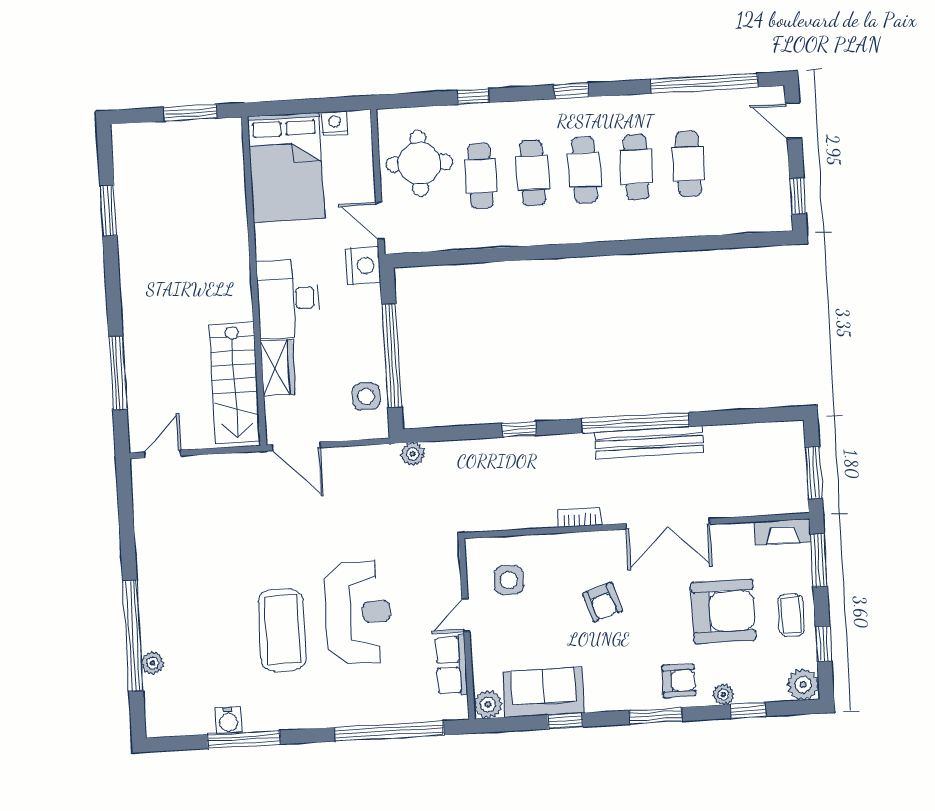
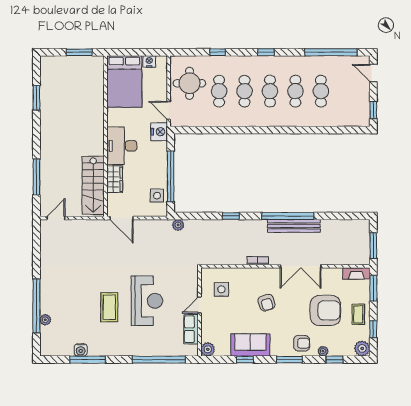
coffee table: (282, 630) -> (109, 307), width x0.73, depth x0.76
sofa: (543, 692) -> (250, 345), moved

